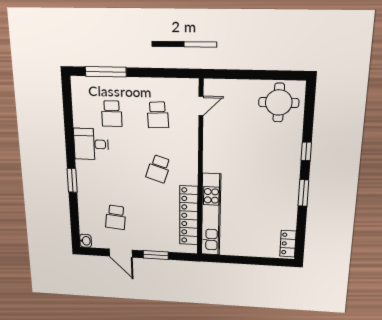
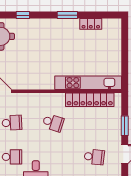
window: (306, 151) -> (23, 15), moved
locker: (288, 244) -> (91, 24), moved

